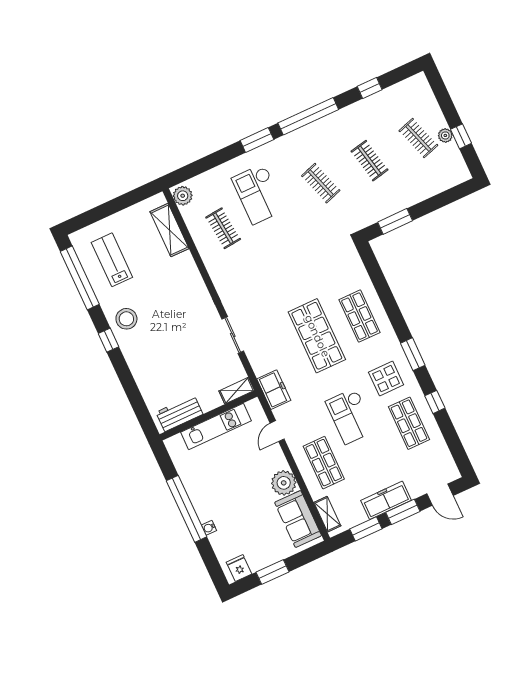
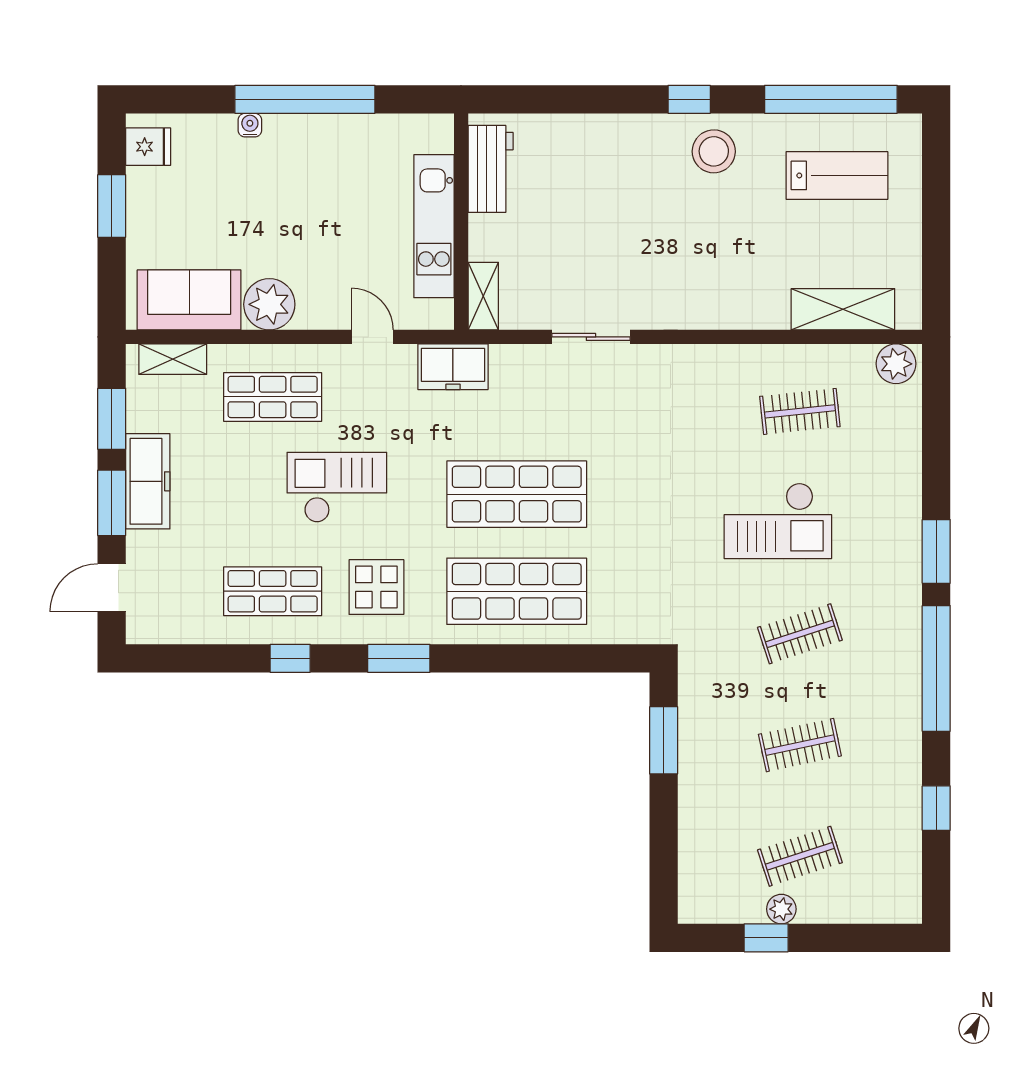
checkout: (258, 194) -> (778, 521), moved, turned 180
shop shelf: (359, 316) -> (517, 591), width x1.43, depth x1.36

